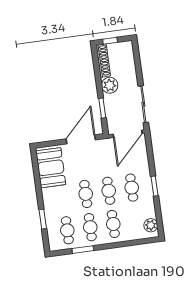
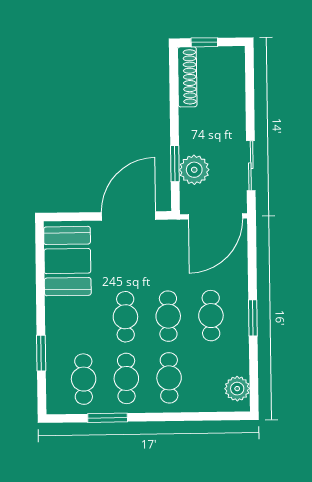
plant: (110, 85) -> (194, 170), moved
sliding door: (143, 104) -> (251, 166), width x0.73

